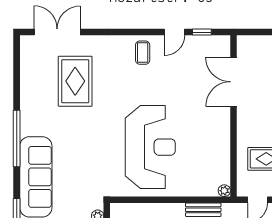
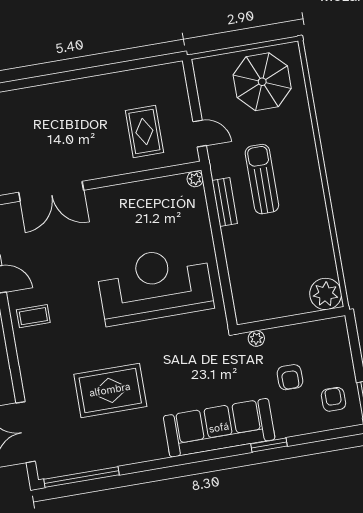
rug: (75, 81) -> (110, 390), moved
window: (17, 138) -> (81, 477), moved

